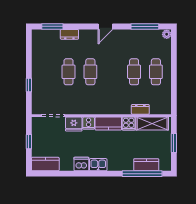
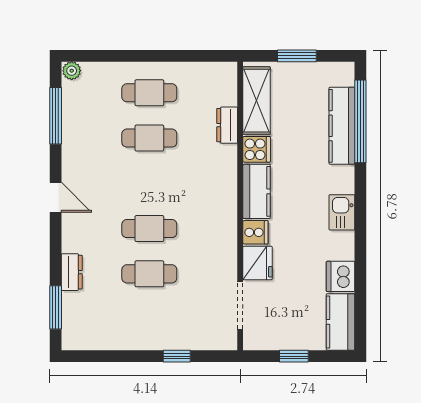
dishwasher: (81, 164) -> (340, 276), moved
kitchen counter: (146, 165) -> (342, 126), width x1.50

